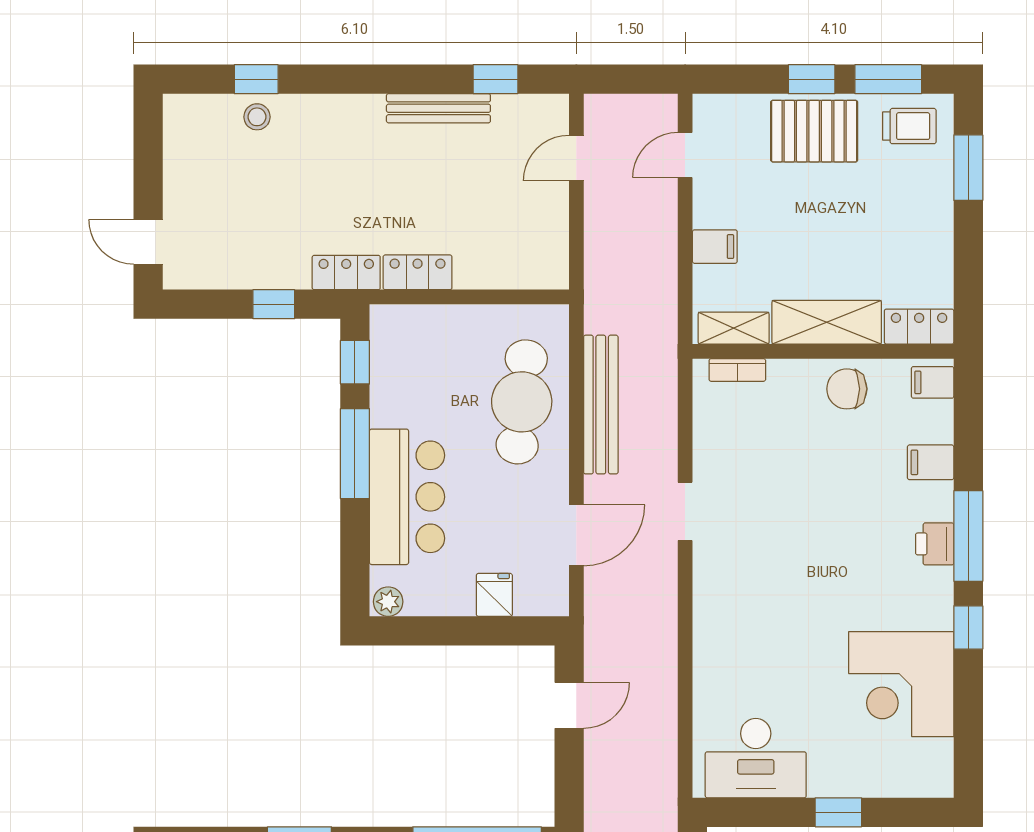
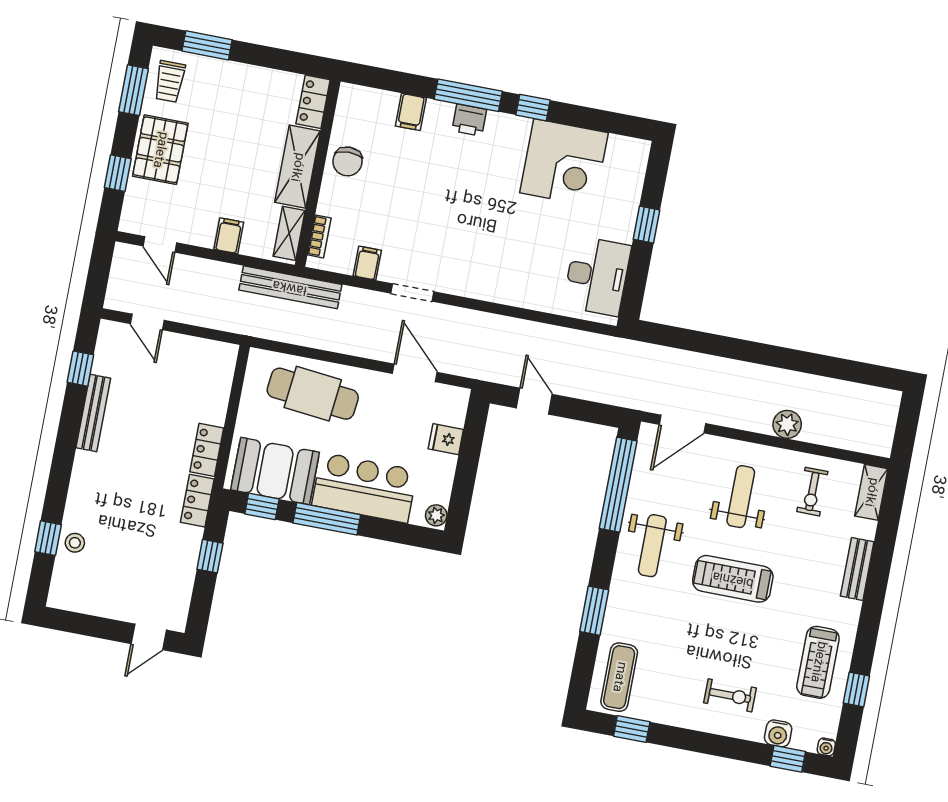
window: (812, 79) -> (118, 173), moved
trolley: (909, 126) -> (170, 82), turned 180
booth: (407, 371) -> (275, 471), added
filing cabinet: (933, 382) -> (367, 263), moved, turned 180
bench: (601, 405) -> (290, 287), moved

